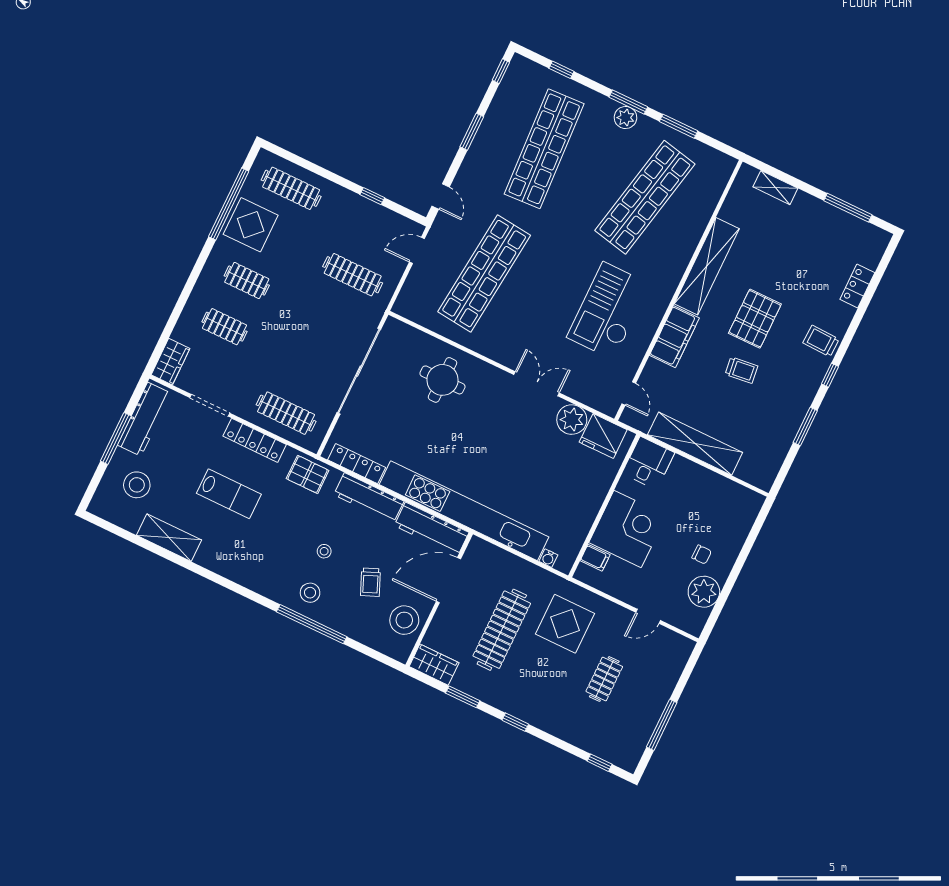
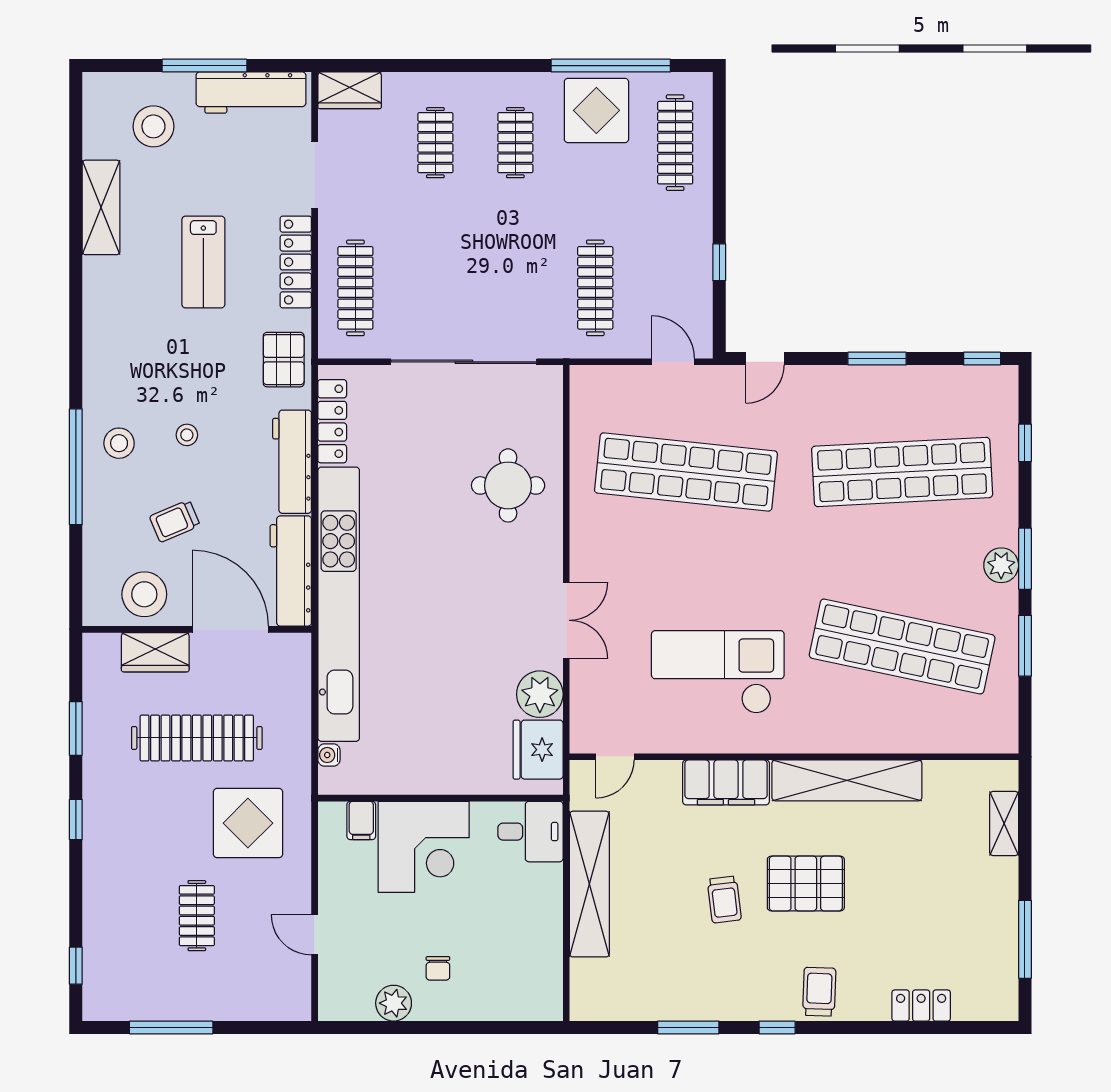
plant: (704, 592) -> (394, 1003), width x0.73, depth x0.73
wardrobe: (434, 665) -> (155, 652), moved, turned 90
clothes rail: (604, 679) -> (197, 916), turned 90

